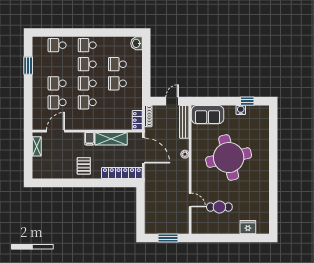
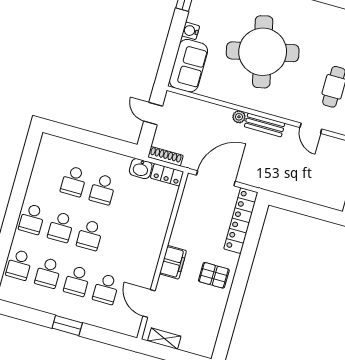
washbasin: (137, 43) -> (141, 169), moved
window: (28, 66) -> (67, 326), moved
school desk: (87, 102) -> (48, 273), moved
water cooler: (241, 110) -> (191, 31), moved
bench: (184, 122) -> (265, 125), moved, width x0.73
filing cabinet: (90, 139) -> (173, 262), width x2.00
shelving: (111, 139) -> (184, 222), removed
door: (190, 200) -> (311, 128), swing flipped

